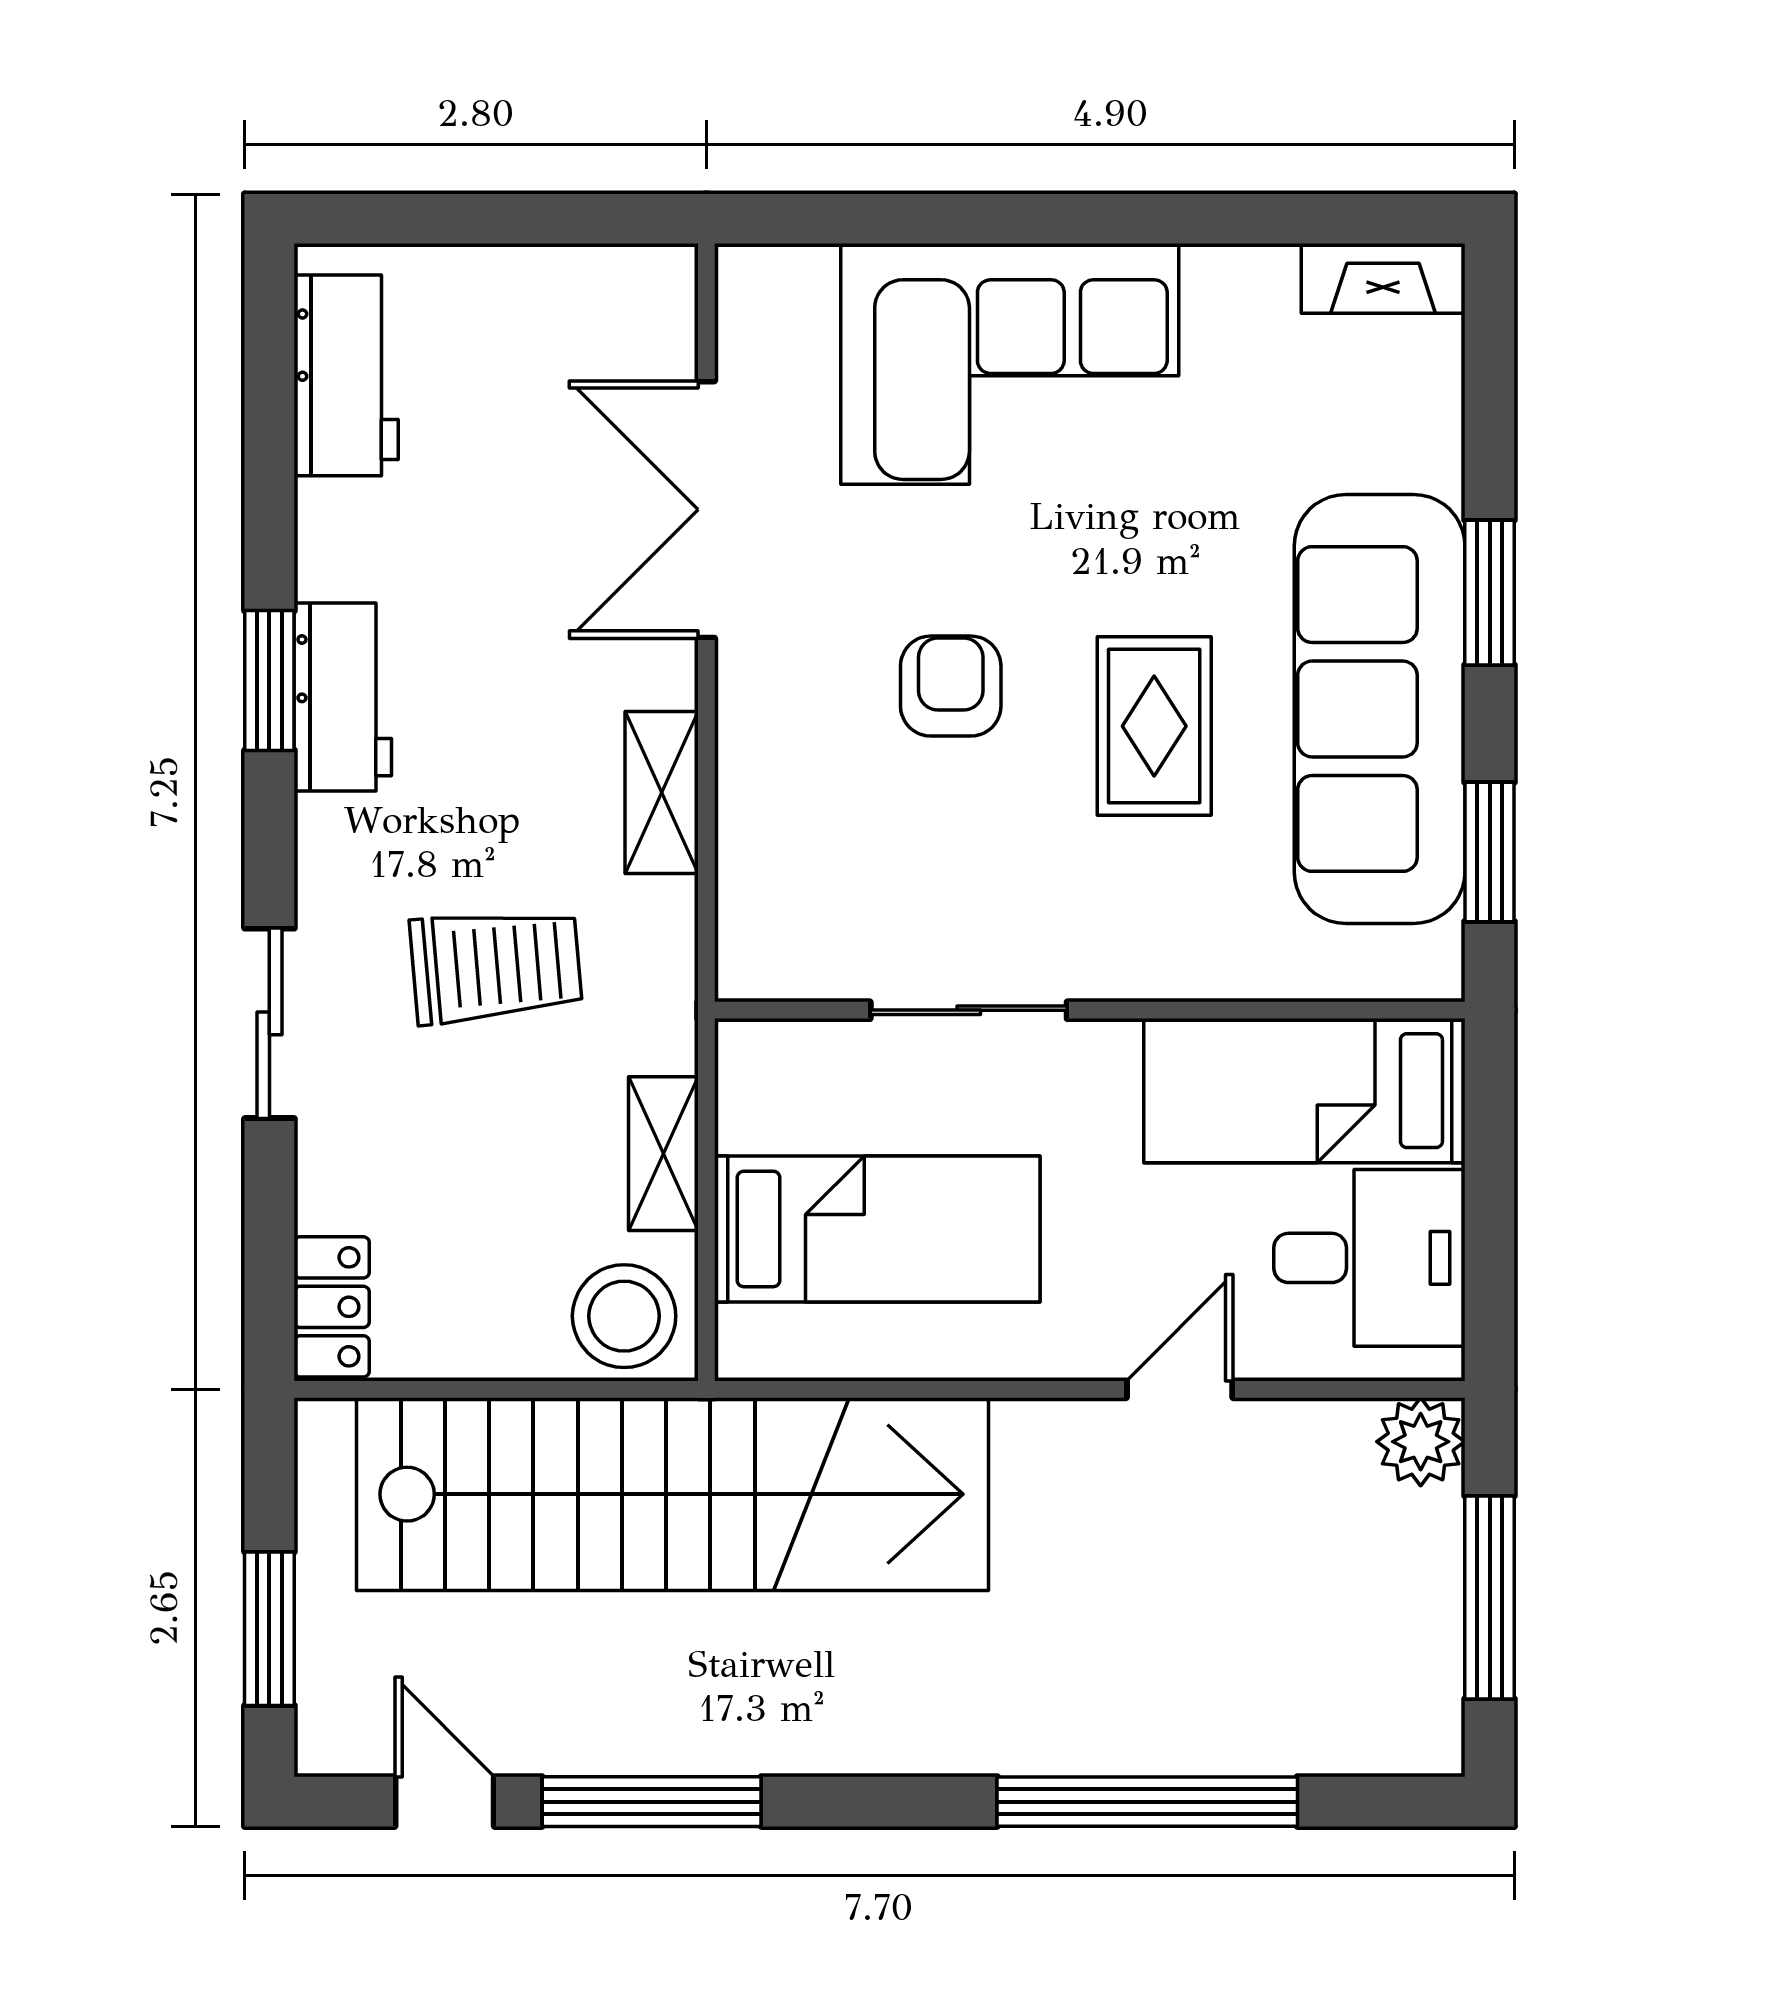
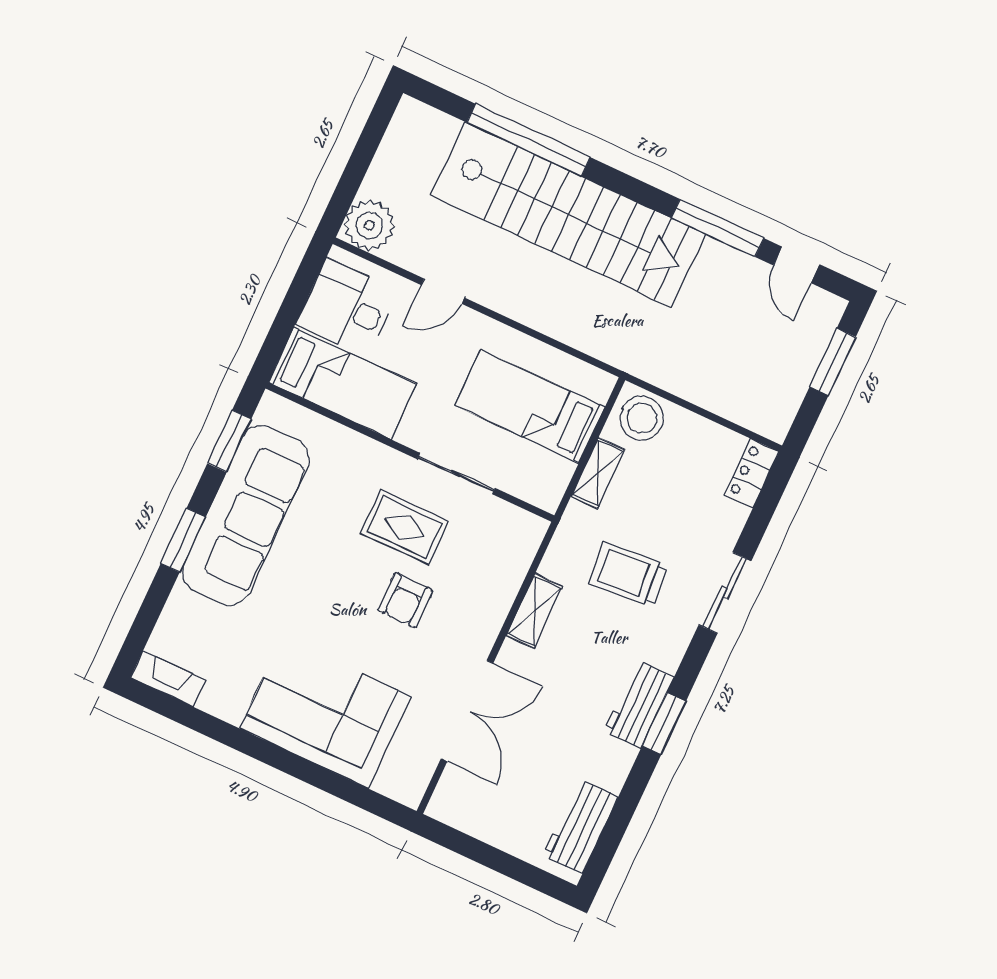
rug: (1154, 726) -> (405, 527), moved, turned 90
plant: (1421, 1442) -> (369, 225), width x1.36, depth x1.36
stairs: (672, 1494) -> (568, 215), moved, turned 180
window: (1490, 1597) -> (362, 157), removed

